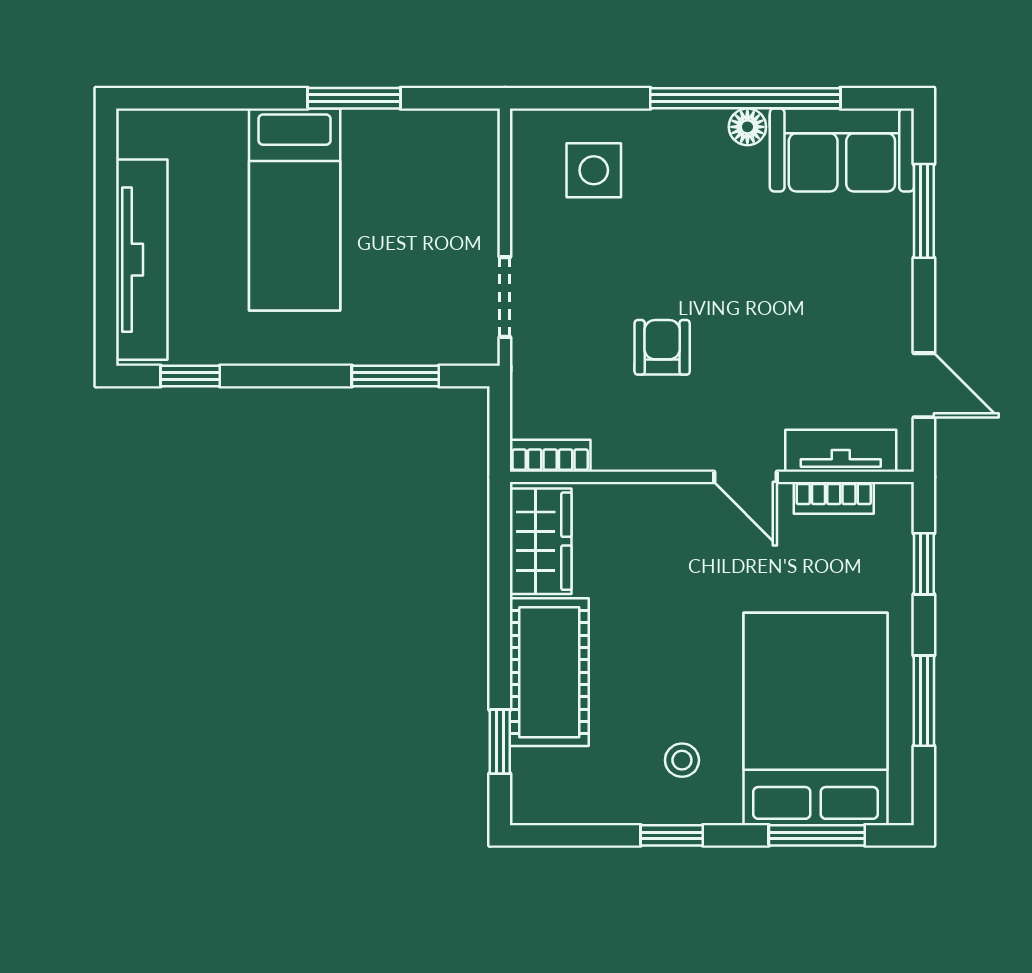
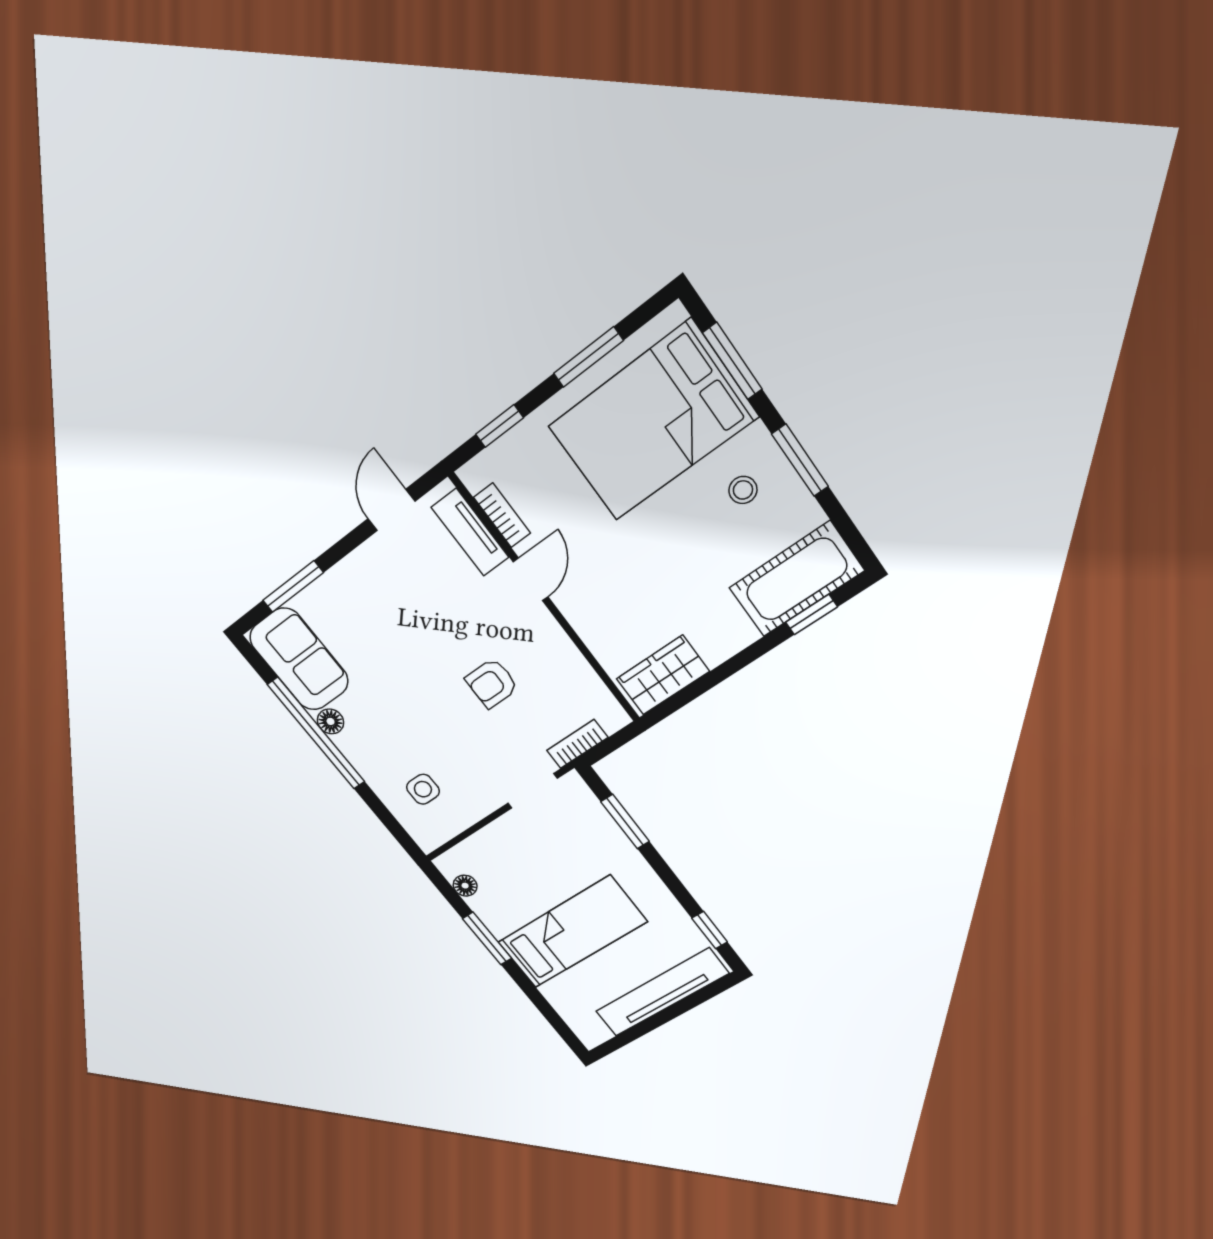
floor lamp: (441, 125) -> (465, 886), added
side table: (594, 170) -> (423, 789), width x0.73, depth x0.73
bookcase: (550, 456) -> (577, 744), moved, turned 90
cot: (549, 672) -> (796, 579), moved
window: (672, 835) -> (800, 460), width x1.50

